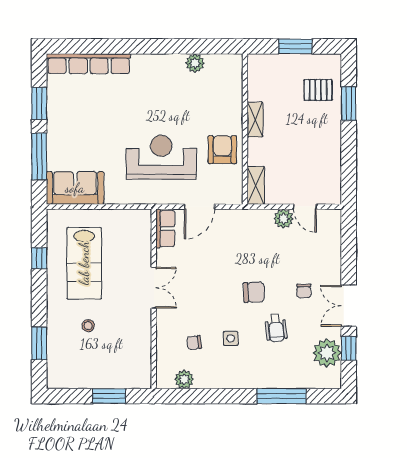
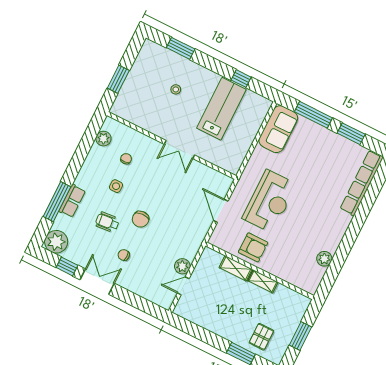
shelving: (256, 185) -> (236, 268), moved
row of seats: (165, 228) -> (72, 201), moved, turned -90
lab bench: (84, 263) -> (221, 109), turned 90
plant: (327, 353) -> (56, 242), moved

